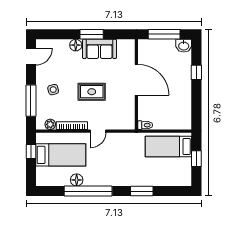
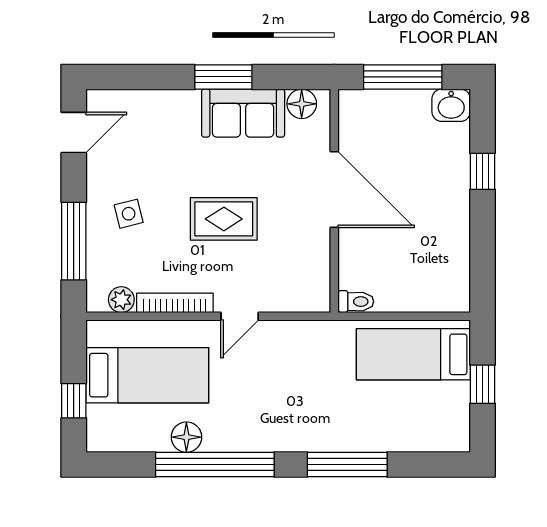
floor lamp: (76, 45) -> (302, 104), moved
window: (31, 152) -> (74, 401), moved
window: (142, 191) -> (347, 464), width x1.44

